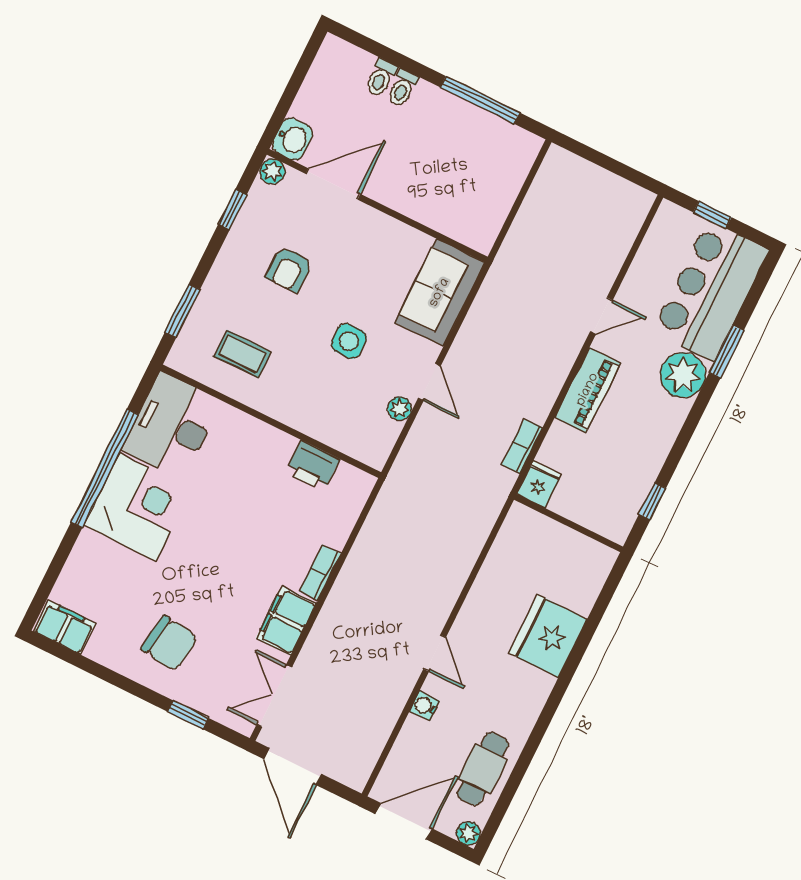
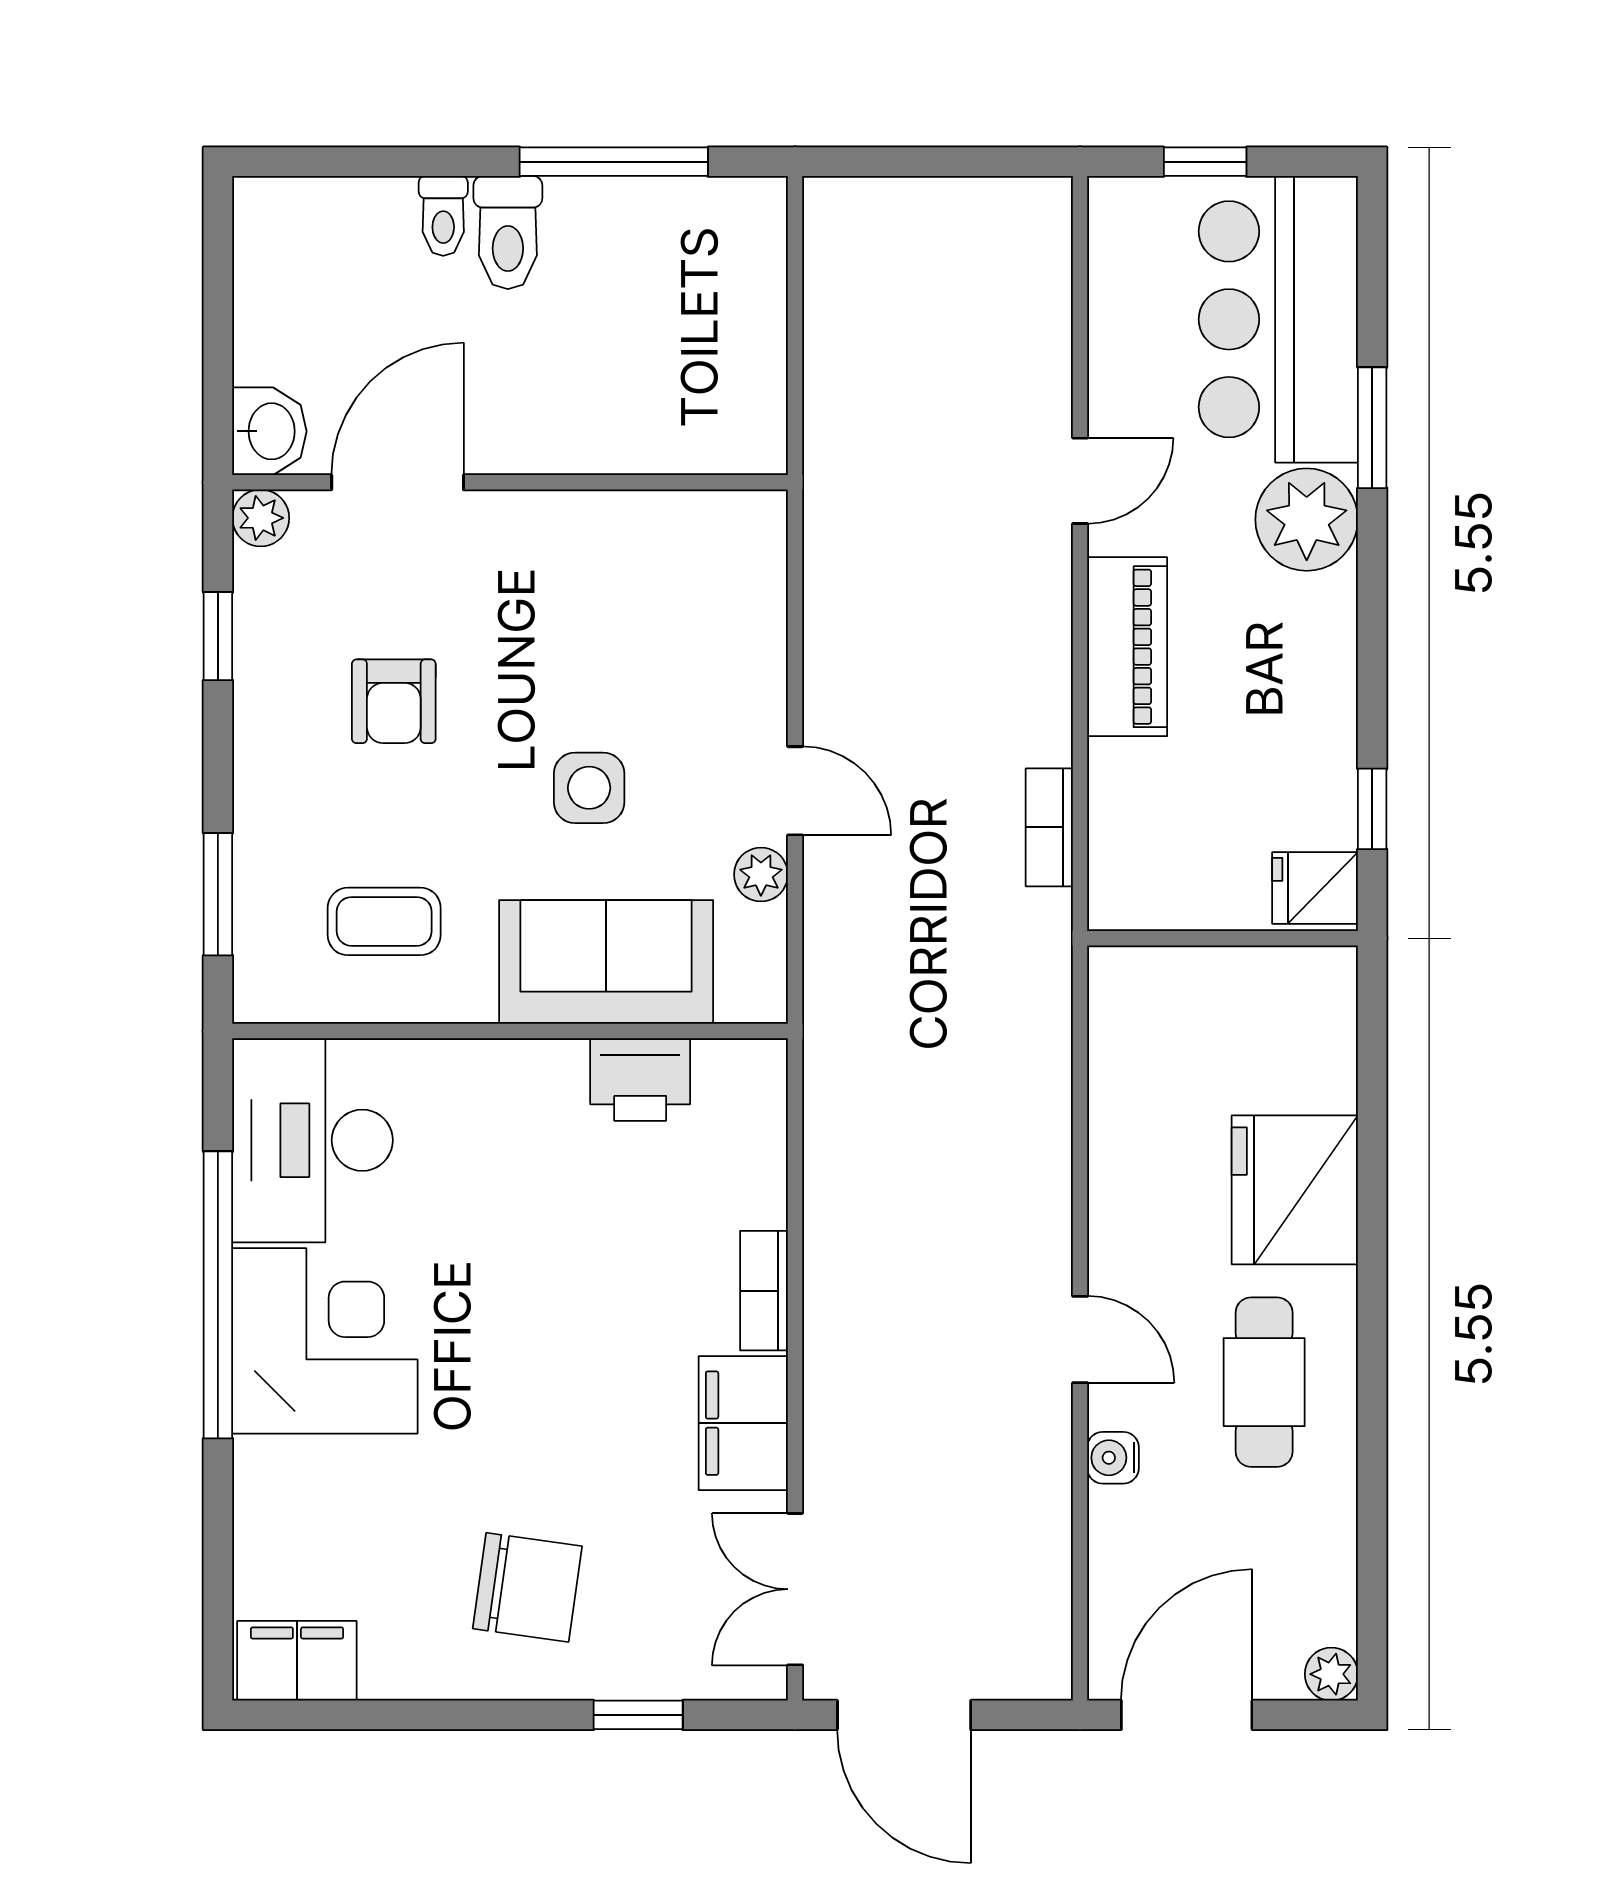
toilet: (381, 78) -> (508, 233), moved, width x1.37, depth x1.39
sofa: (440, 293) -> (606, 962), moved, turned 90
fridge: (539, 484) -> (1315, 888), moved, turned -90
cafe table: (483, 769) -> (1264, 1382), moved

